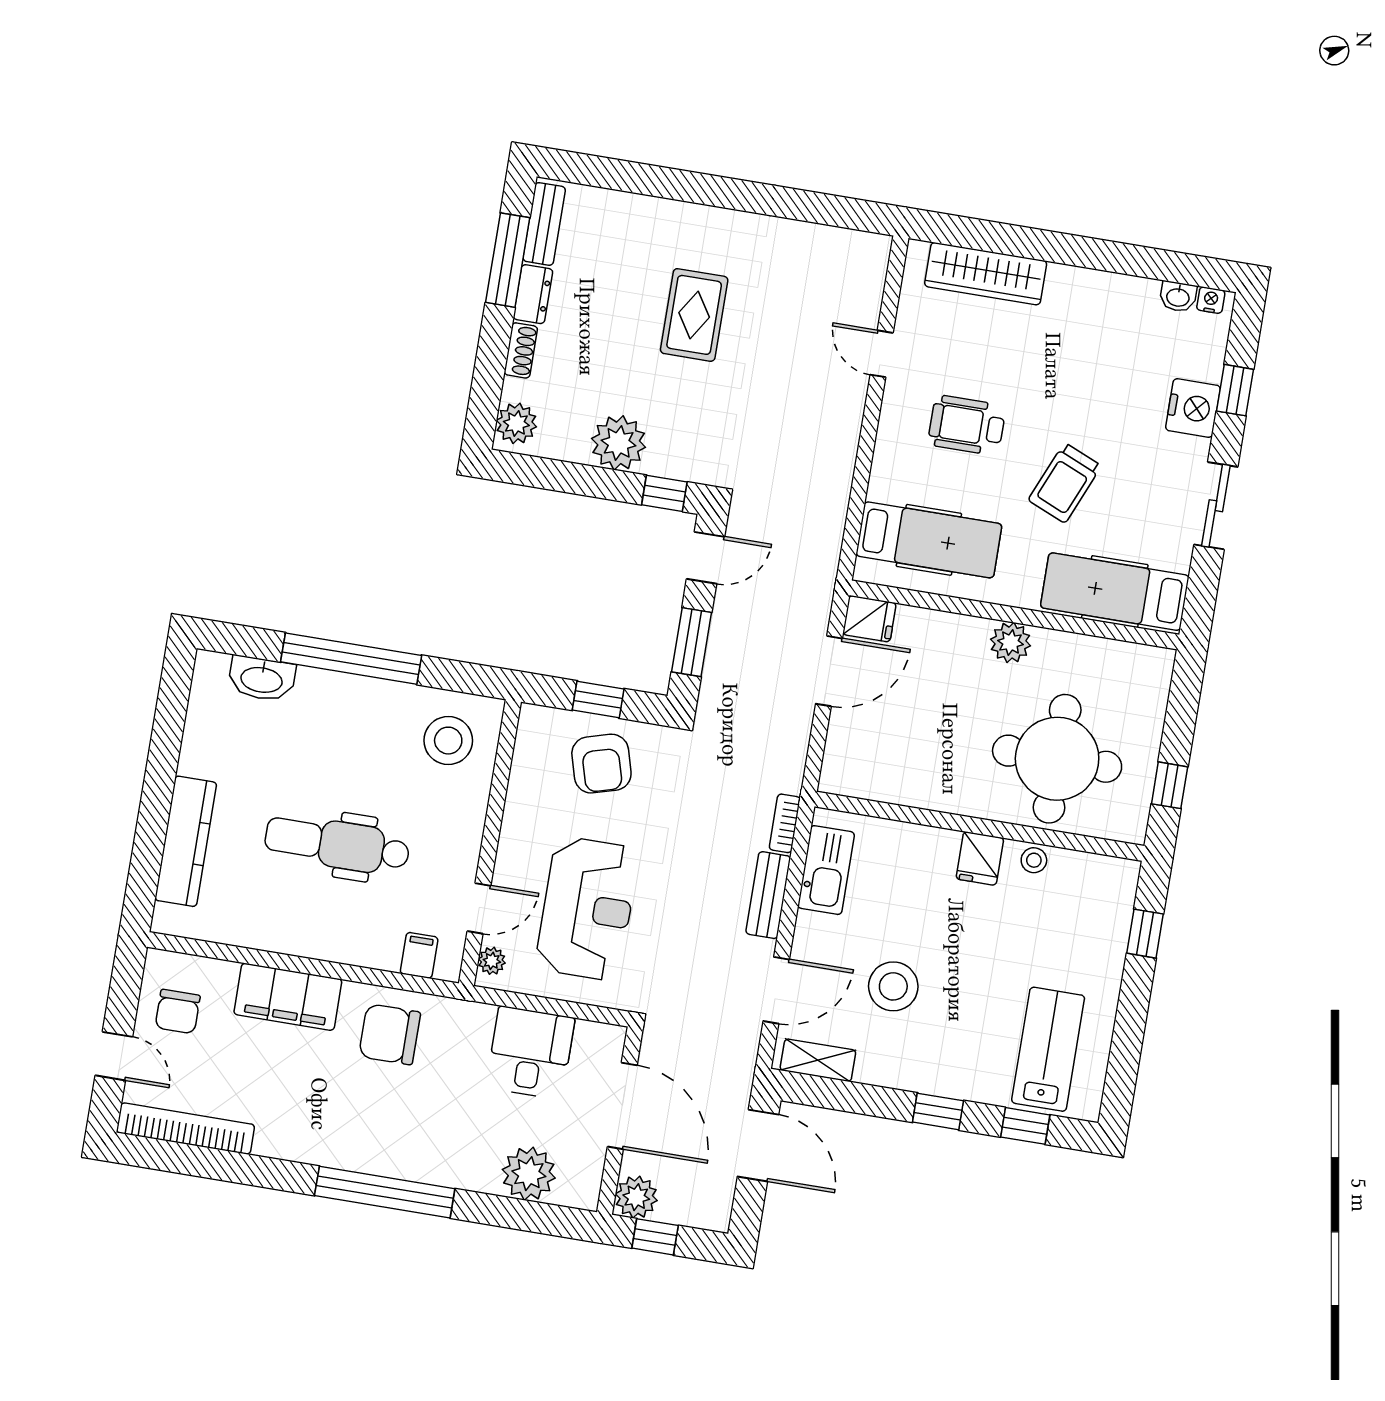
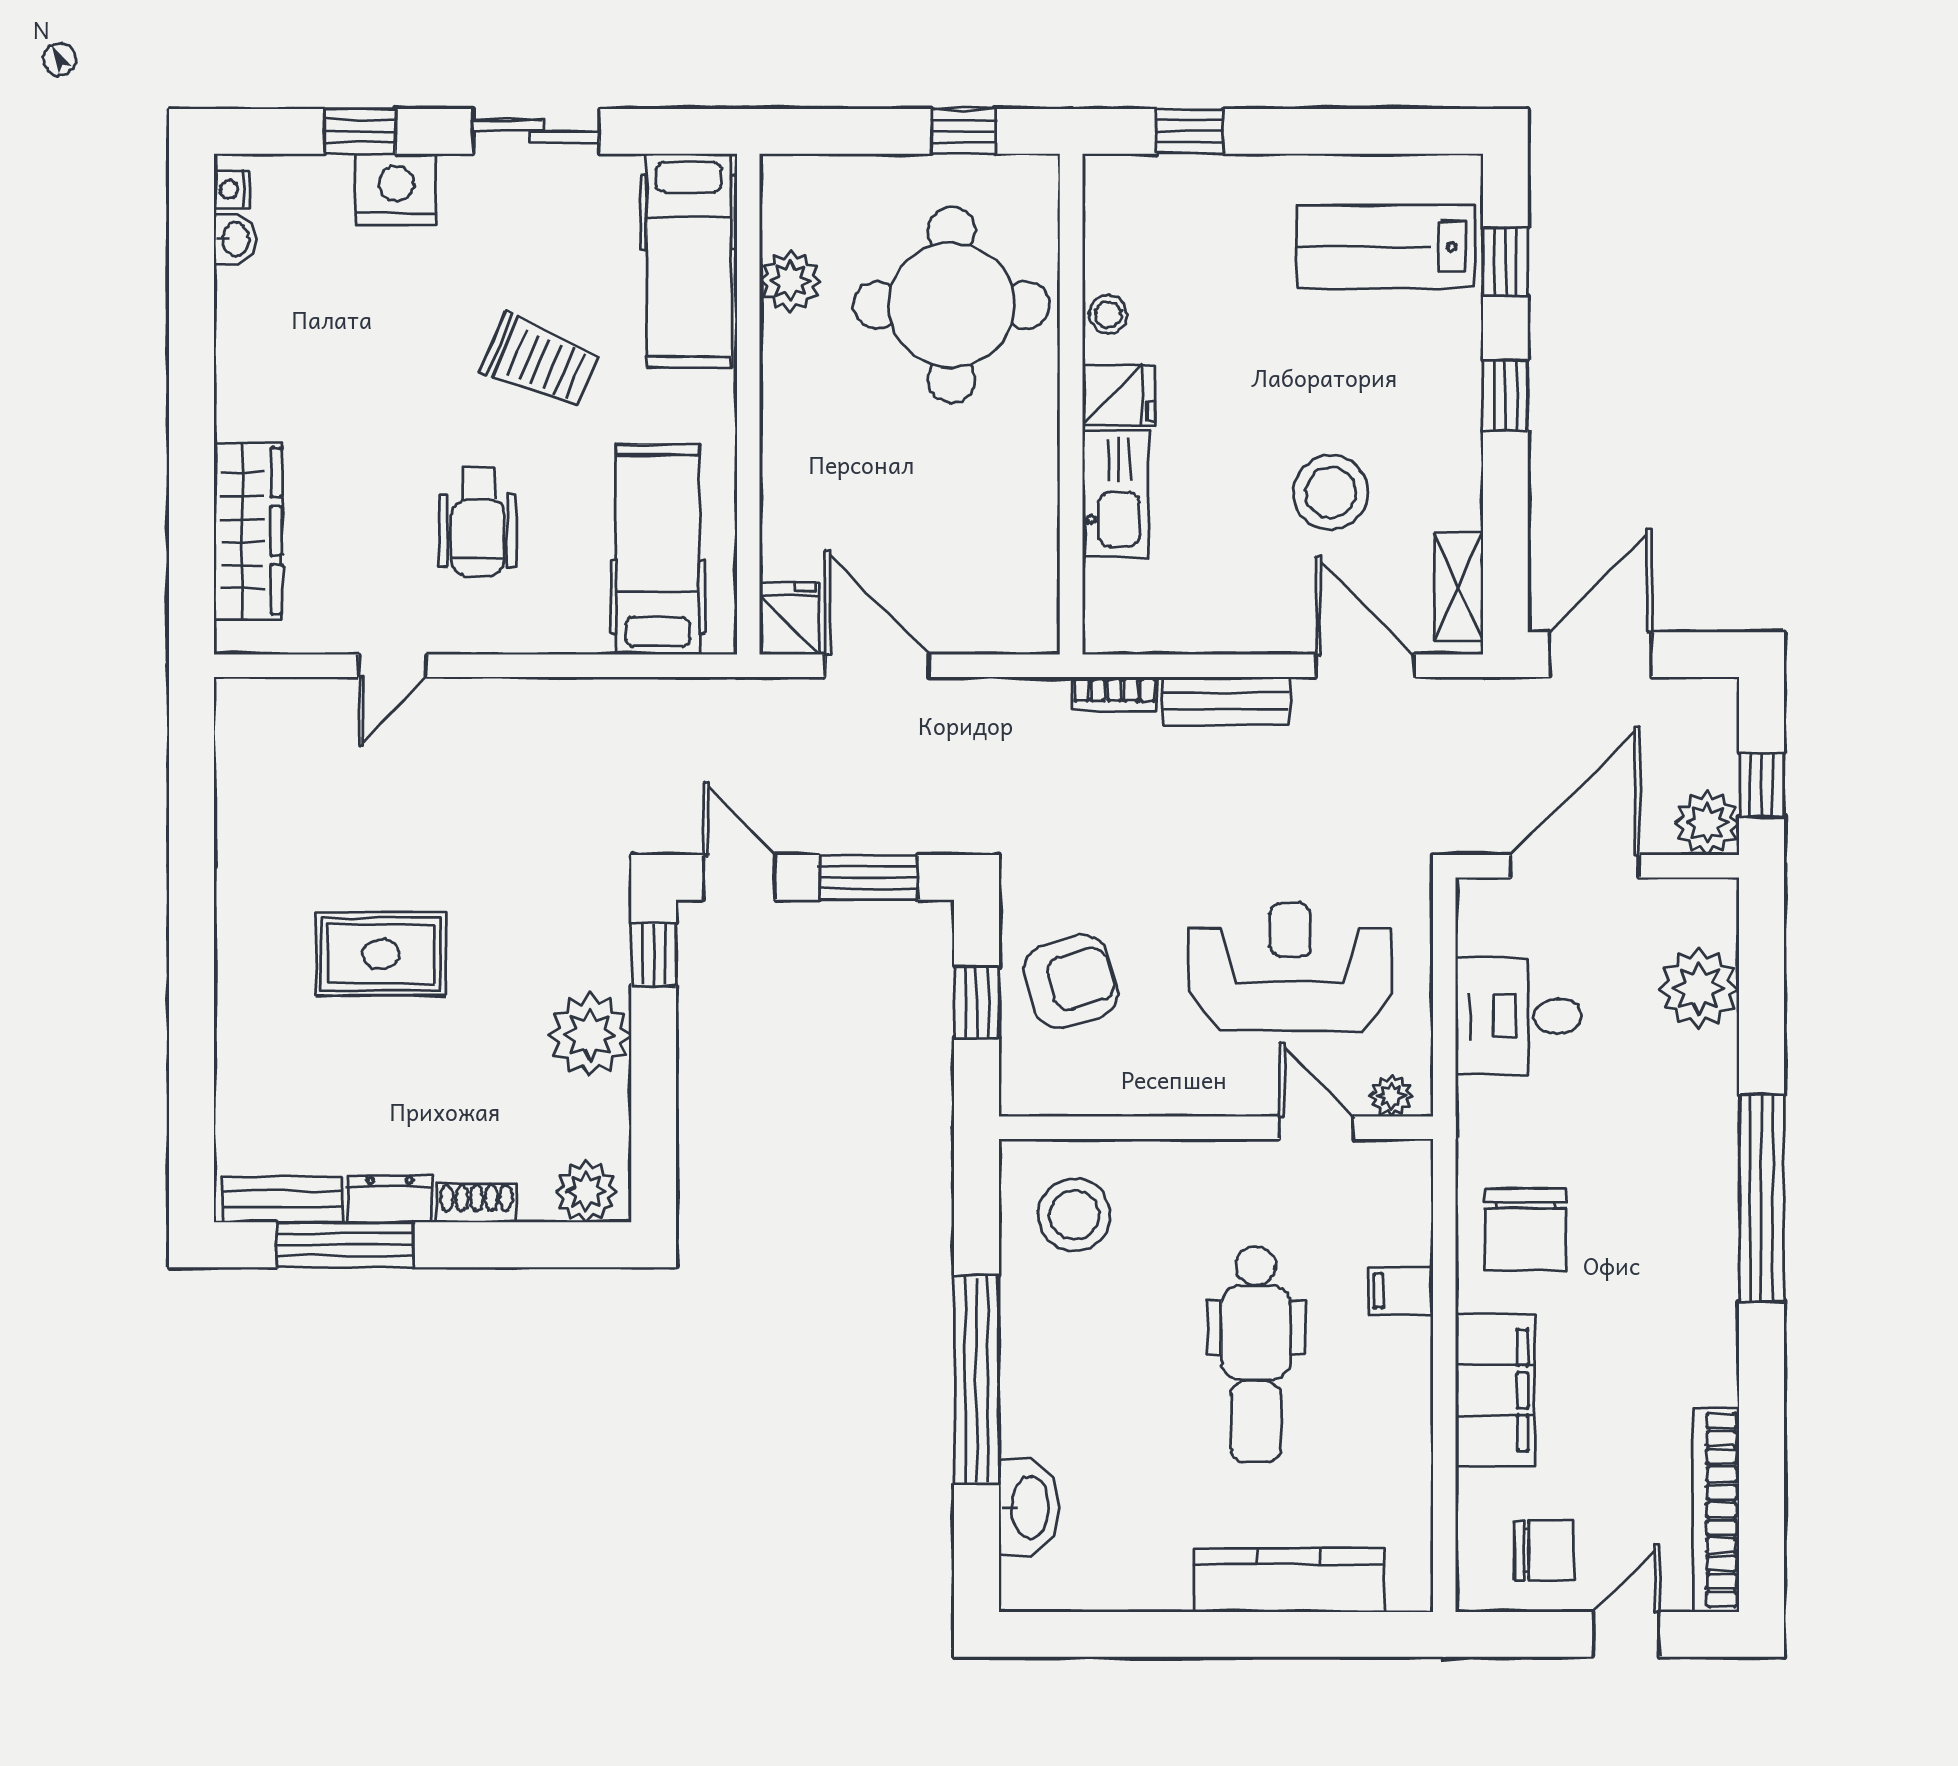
plant: (1011, 642) -> (790, 281), moved
kitchen sink: (826, 870) -> (1116, 494), moved, turned 90
filing cabinet: (419, 955) -> (1401, 1291), moved

